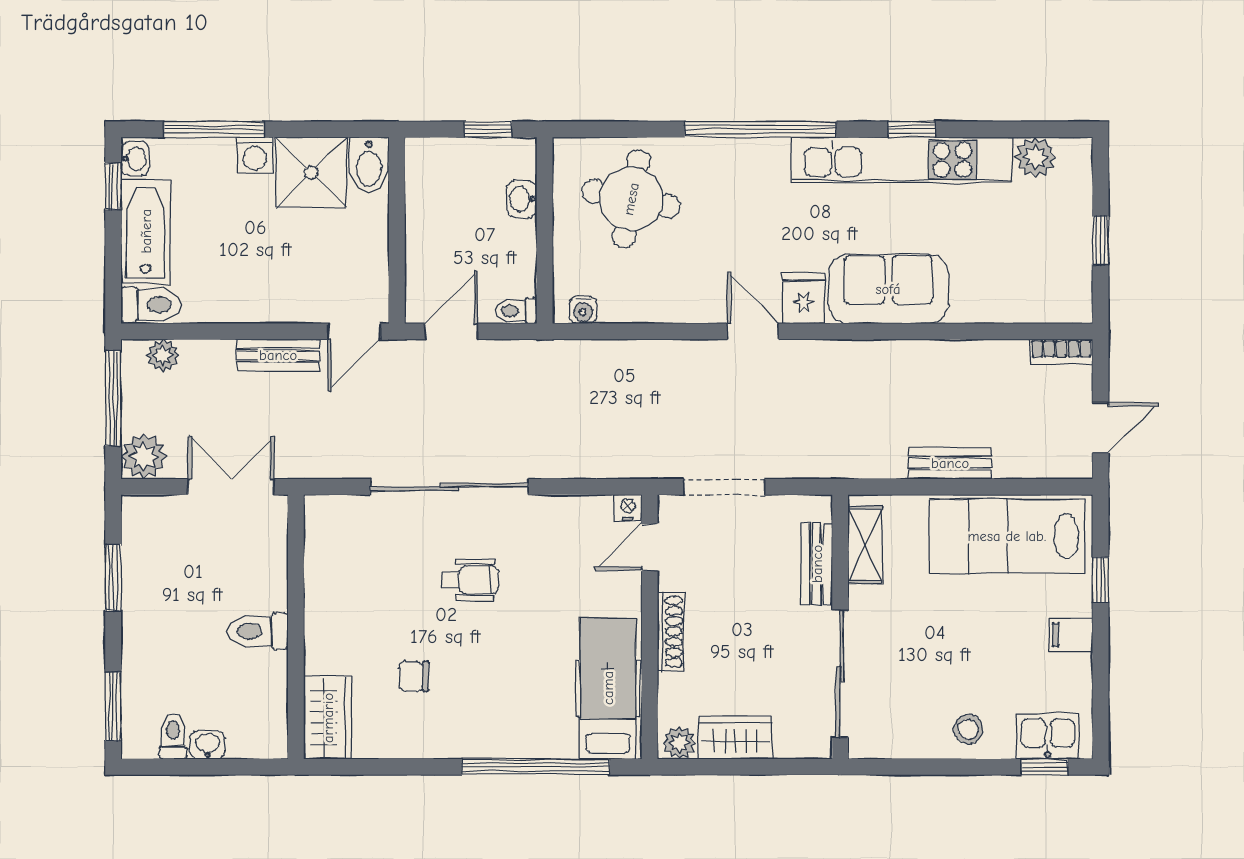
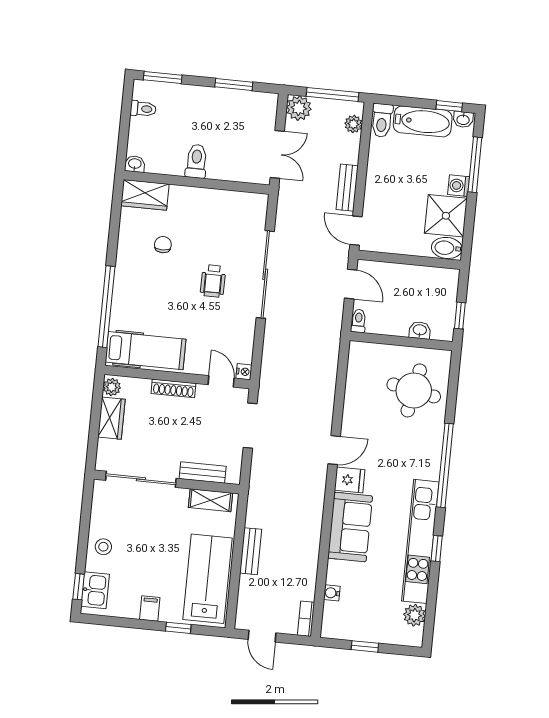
water cooler: (583, 310) -> (332, 593), moved
washbasin: (208, 745) -> (135, 164), moved, turned -90

